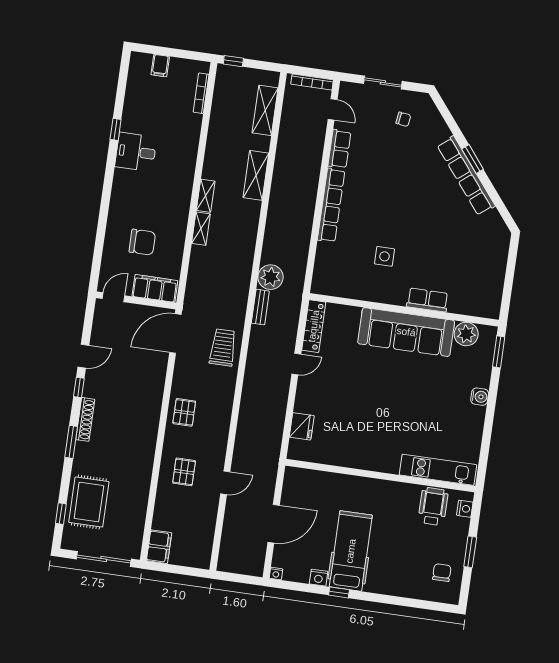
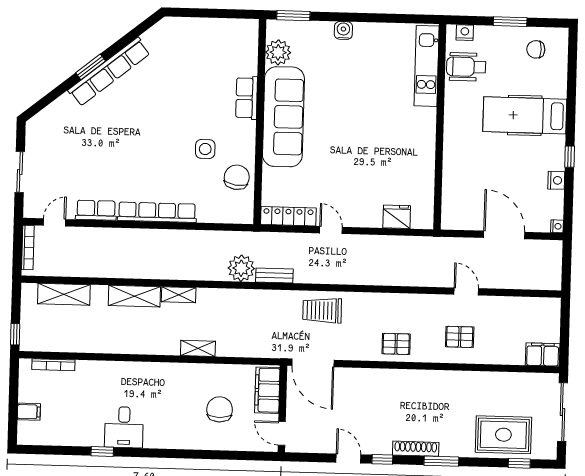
chair: (403, 119) -> (237, 177), moved, width x1.87, depth x1.87
shelving: (206, 196) -> (179, 295), moved
hospital bed: (351, 551) -> (525, 115), moved

